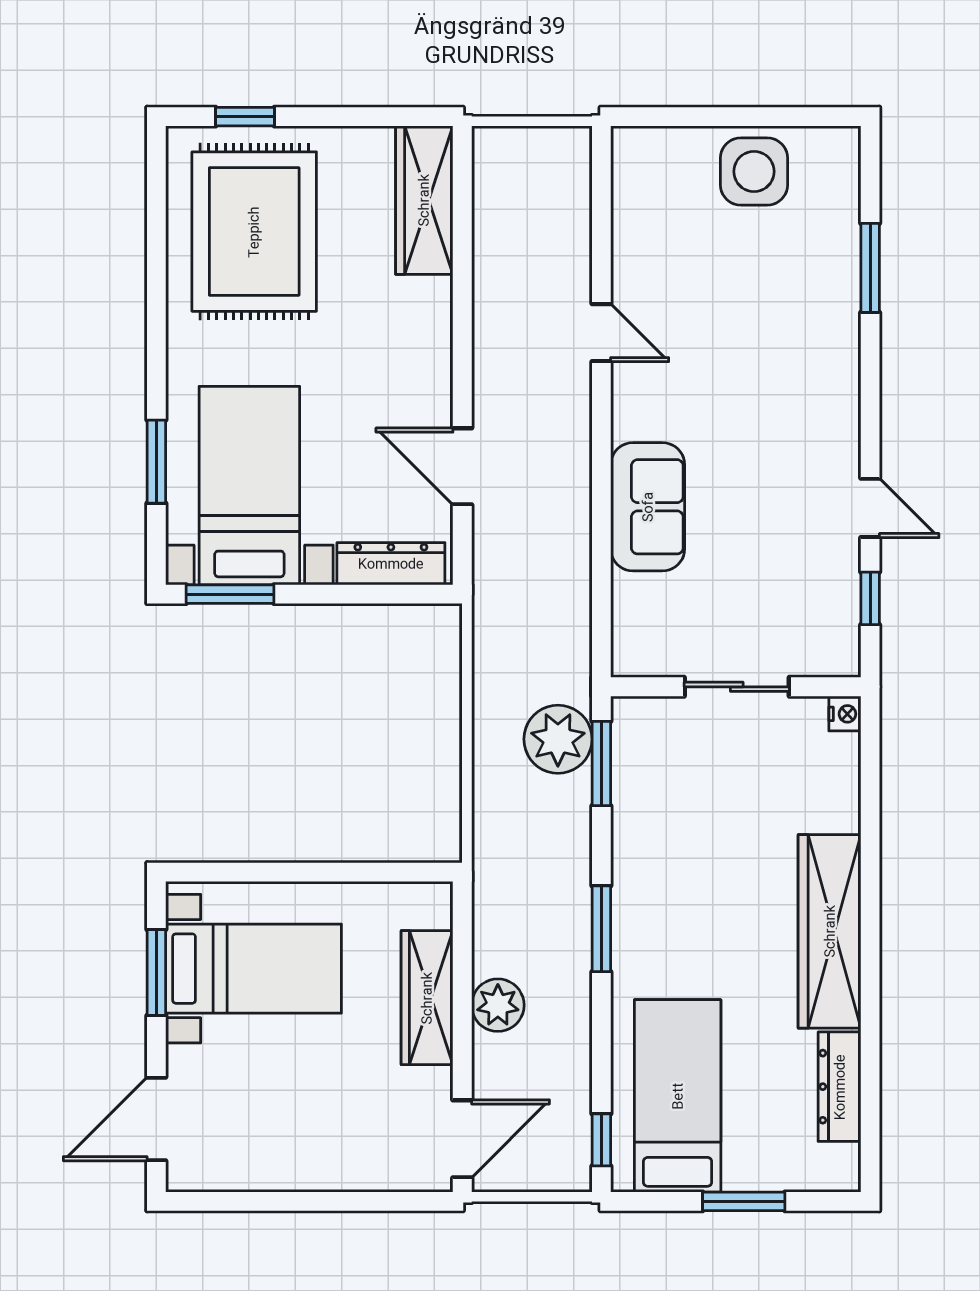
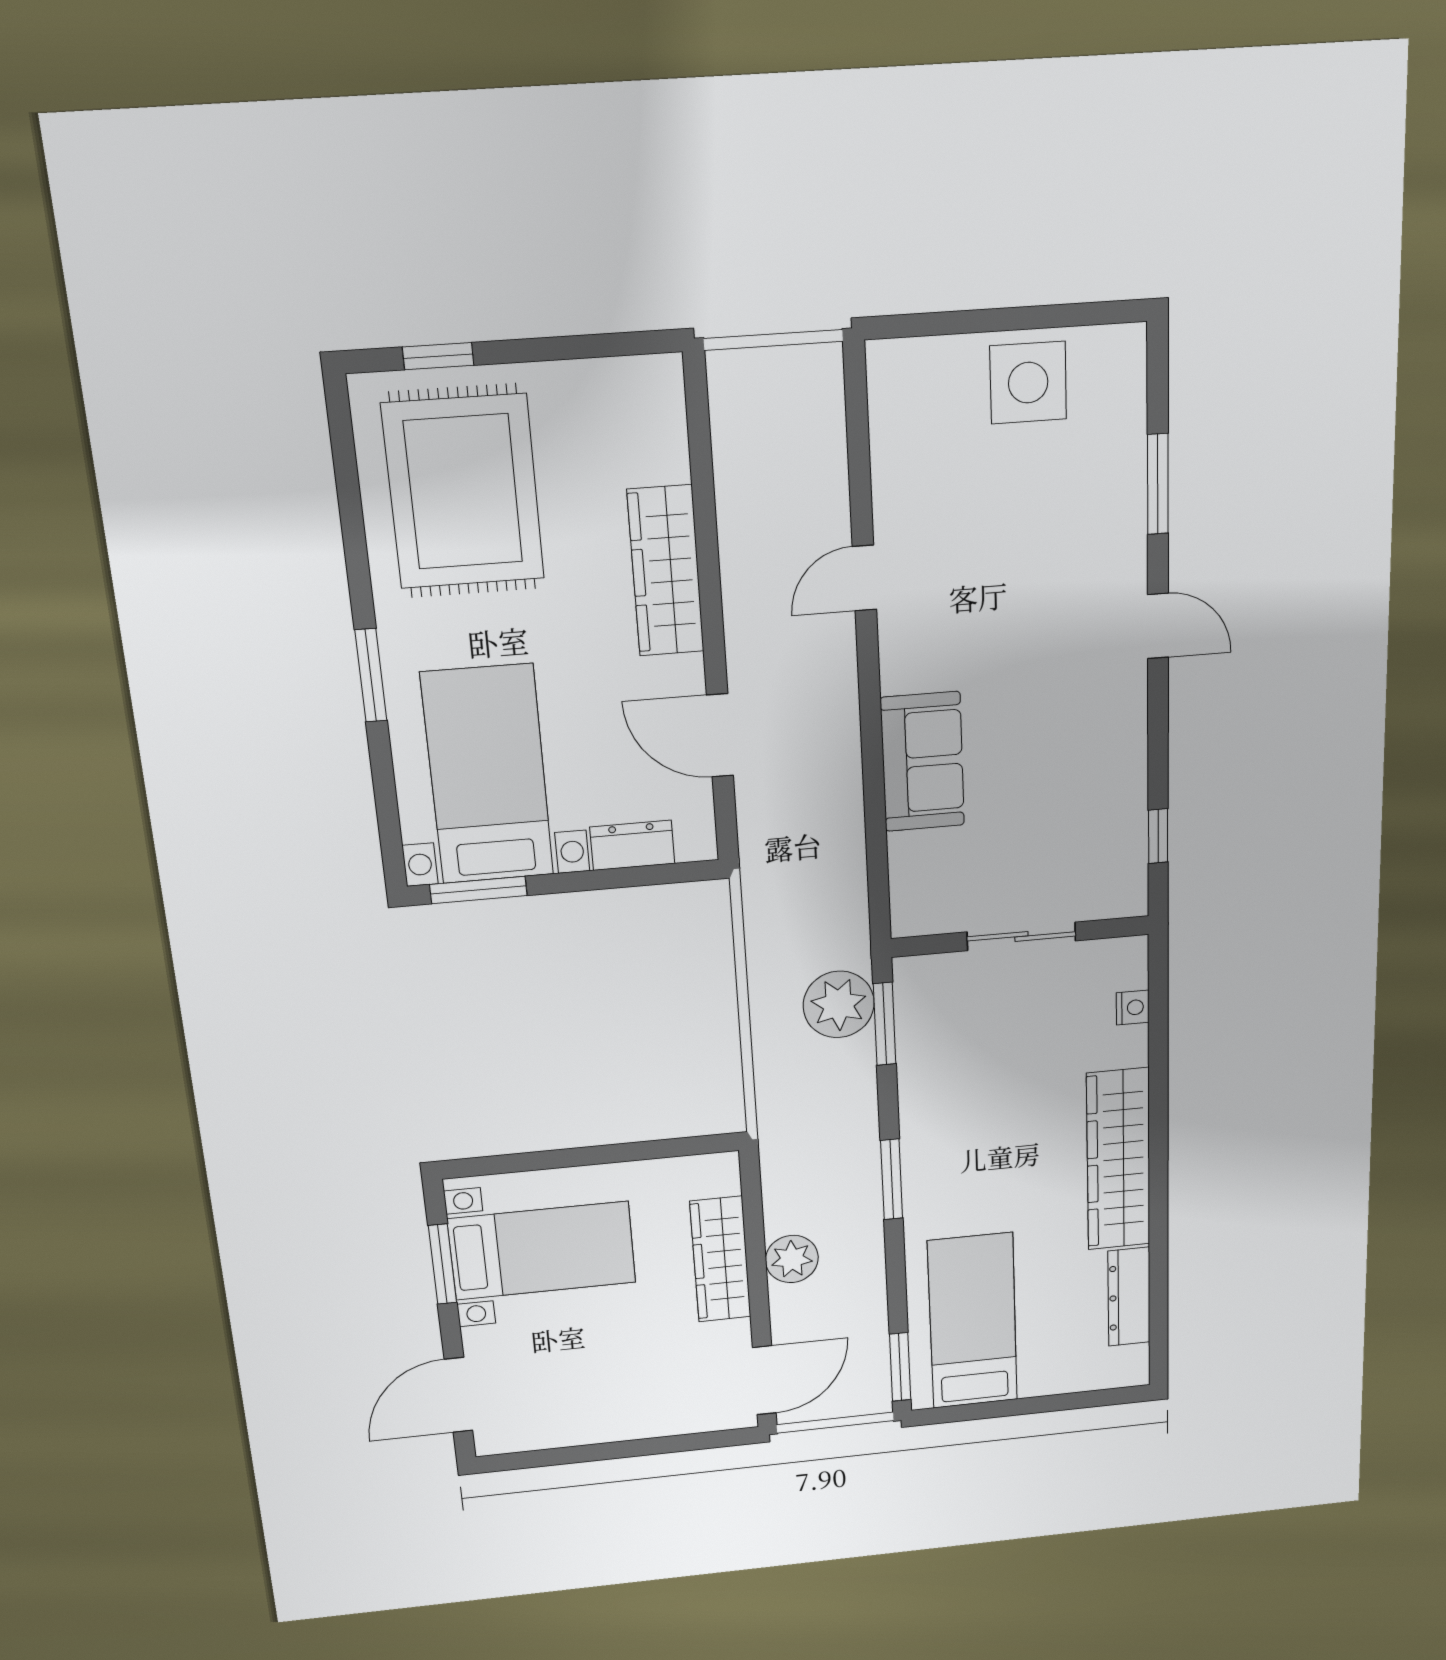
wardrobe: (424, 200) -> (666, 571), moved
door: (601, 333) -> (864, 578), swing flipped
window: (156, 462) -> (371, 675), moved
door: (870, 508) -> (1158, 626), moved
dresser: (391, 564) -> (632, 845), width x0.70
nightstand: (845, 714) -> (1133, 1008), moved
window: (601, 1140) -> (900, 1367), width x1.50
window: (744, 1201) -> (1039, 1405), removed

